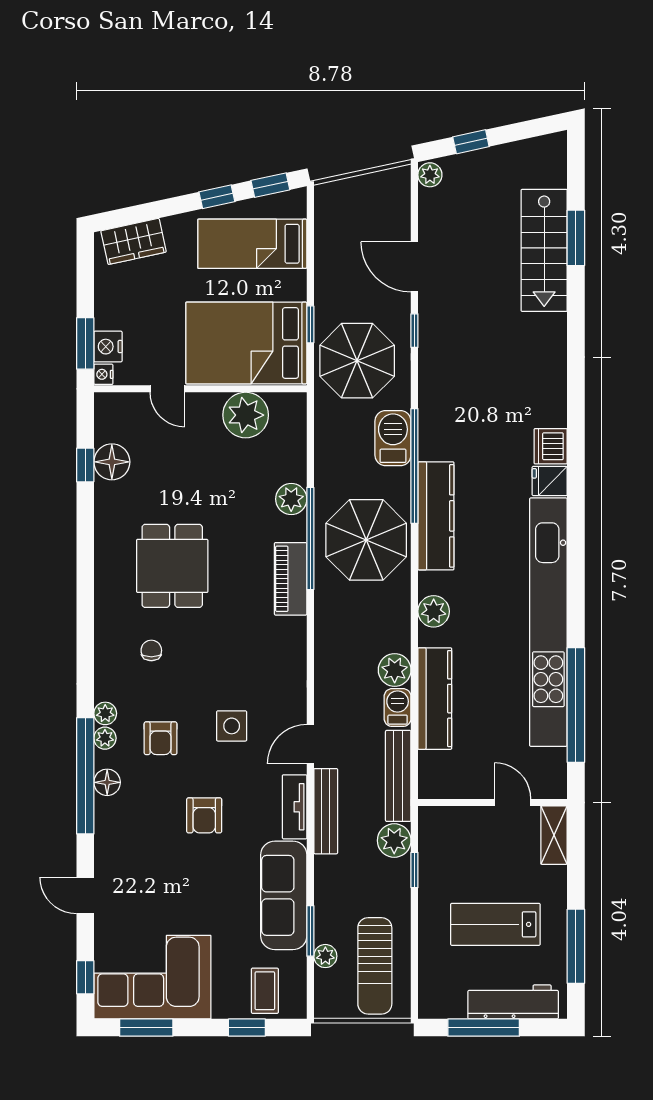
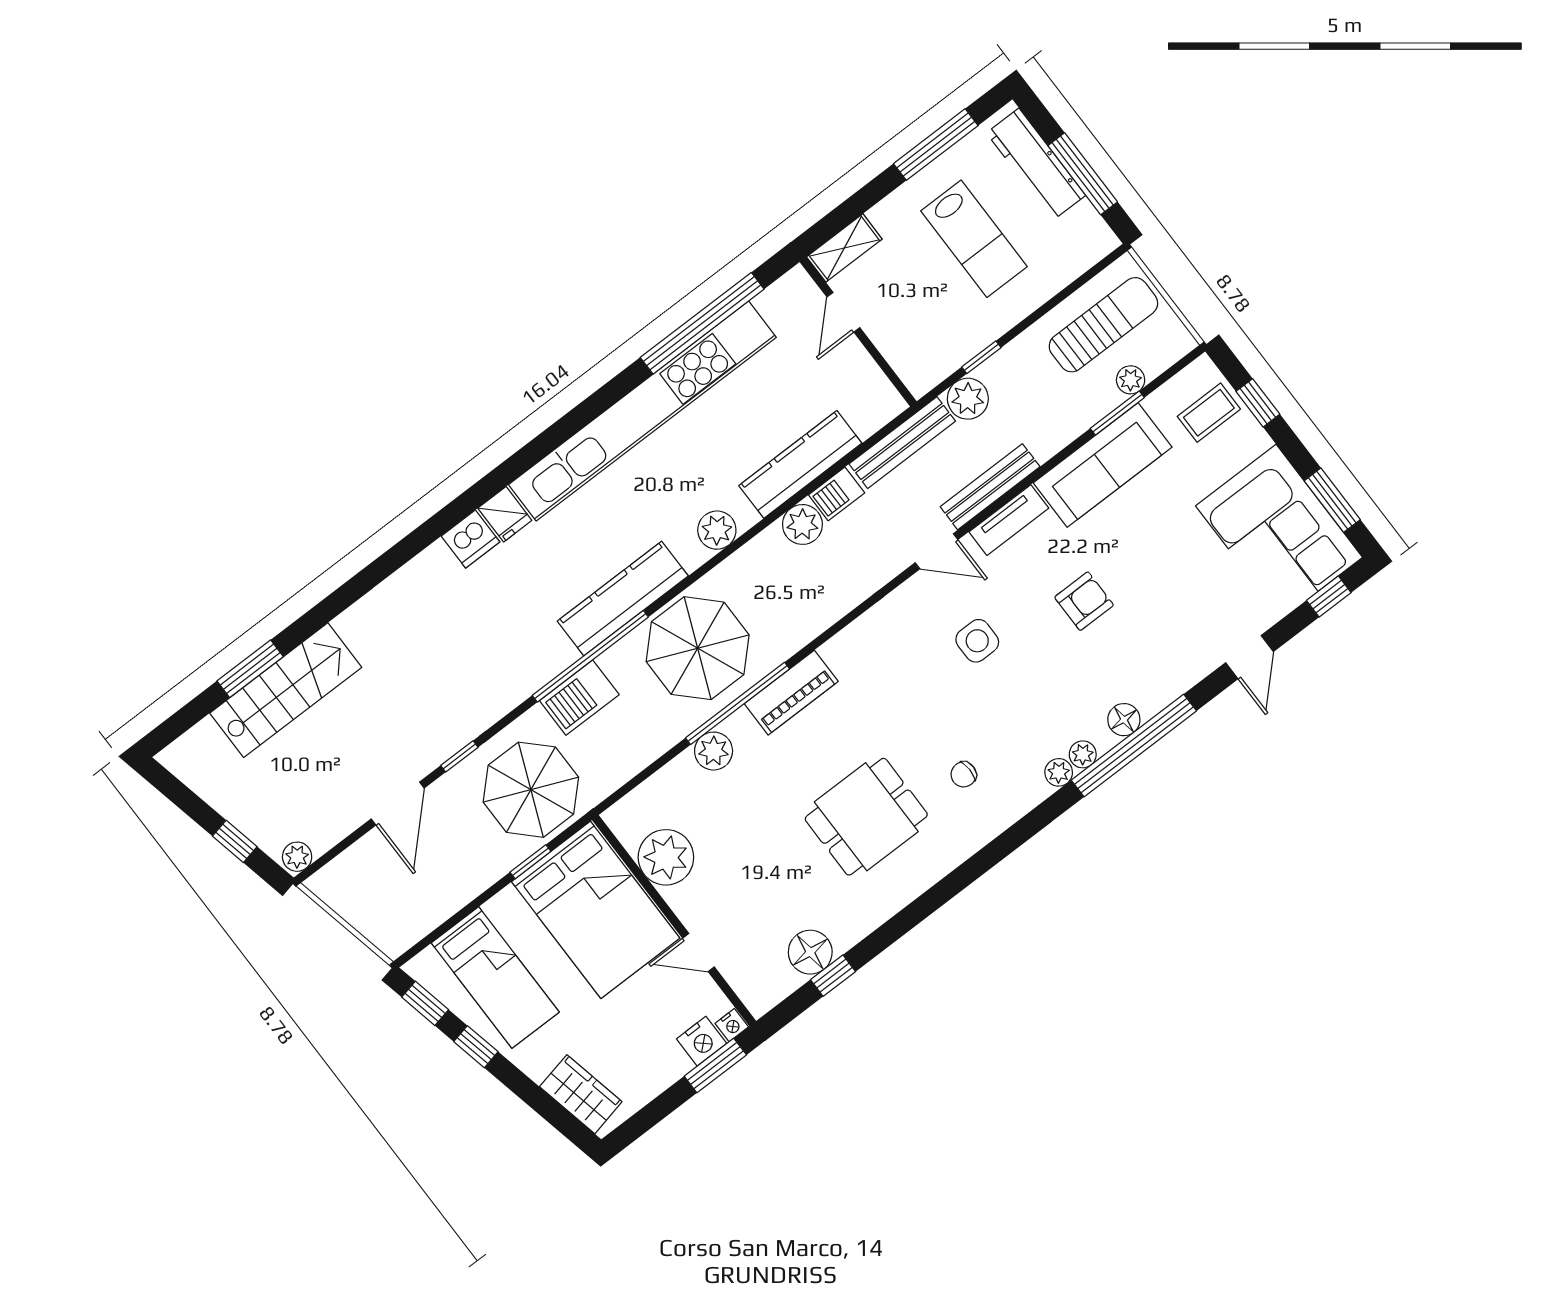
door: (167, 389) -> (698, 953), swing flipped
armchair: (161, 738) -> (1042, 701), removed

